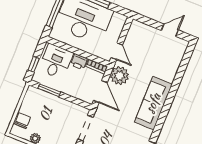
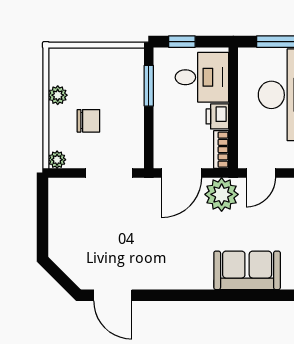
sofa: (153, 103) -> (247, 270), moved, width x0.73
chair: (23, 121) -> (88, 121), moved

